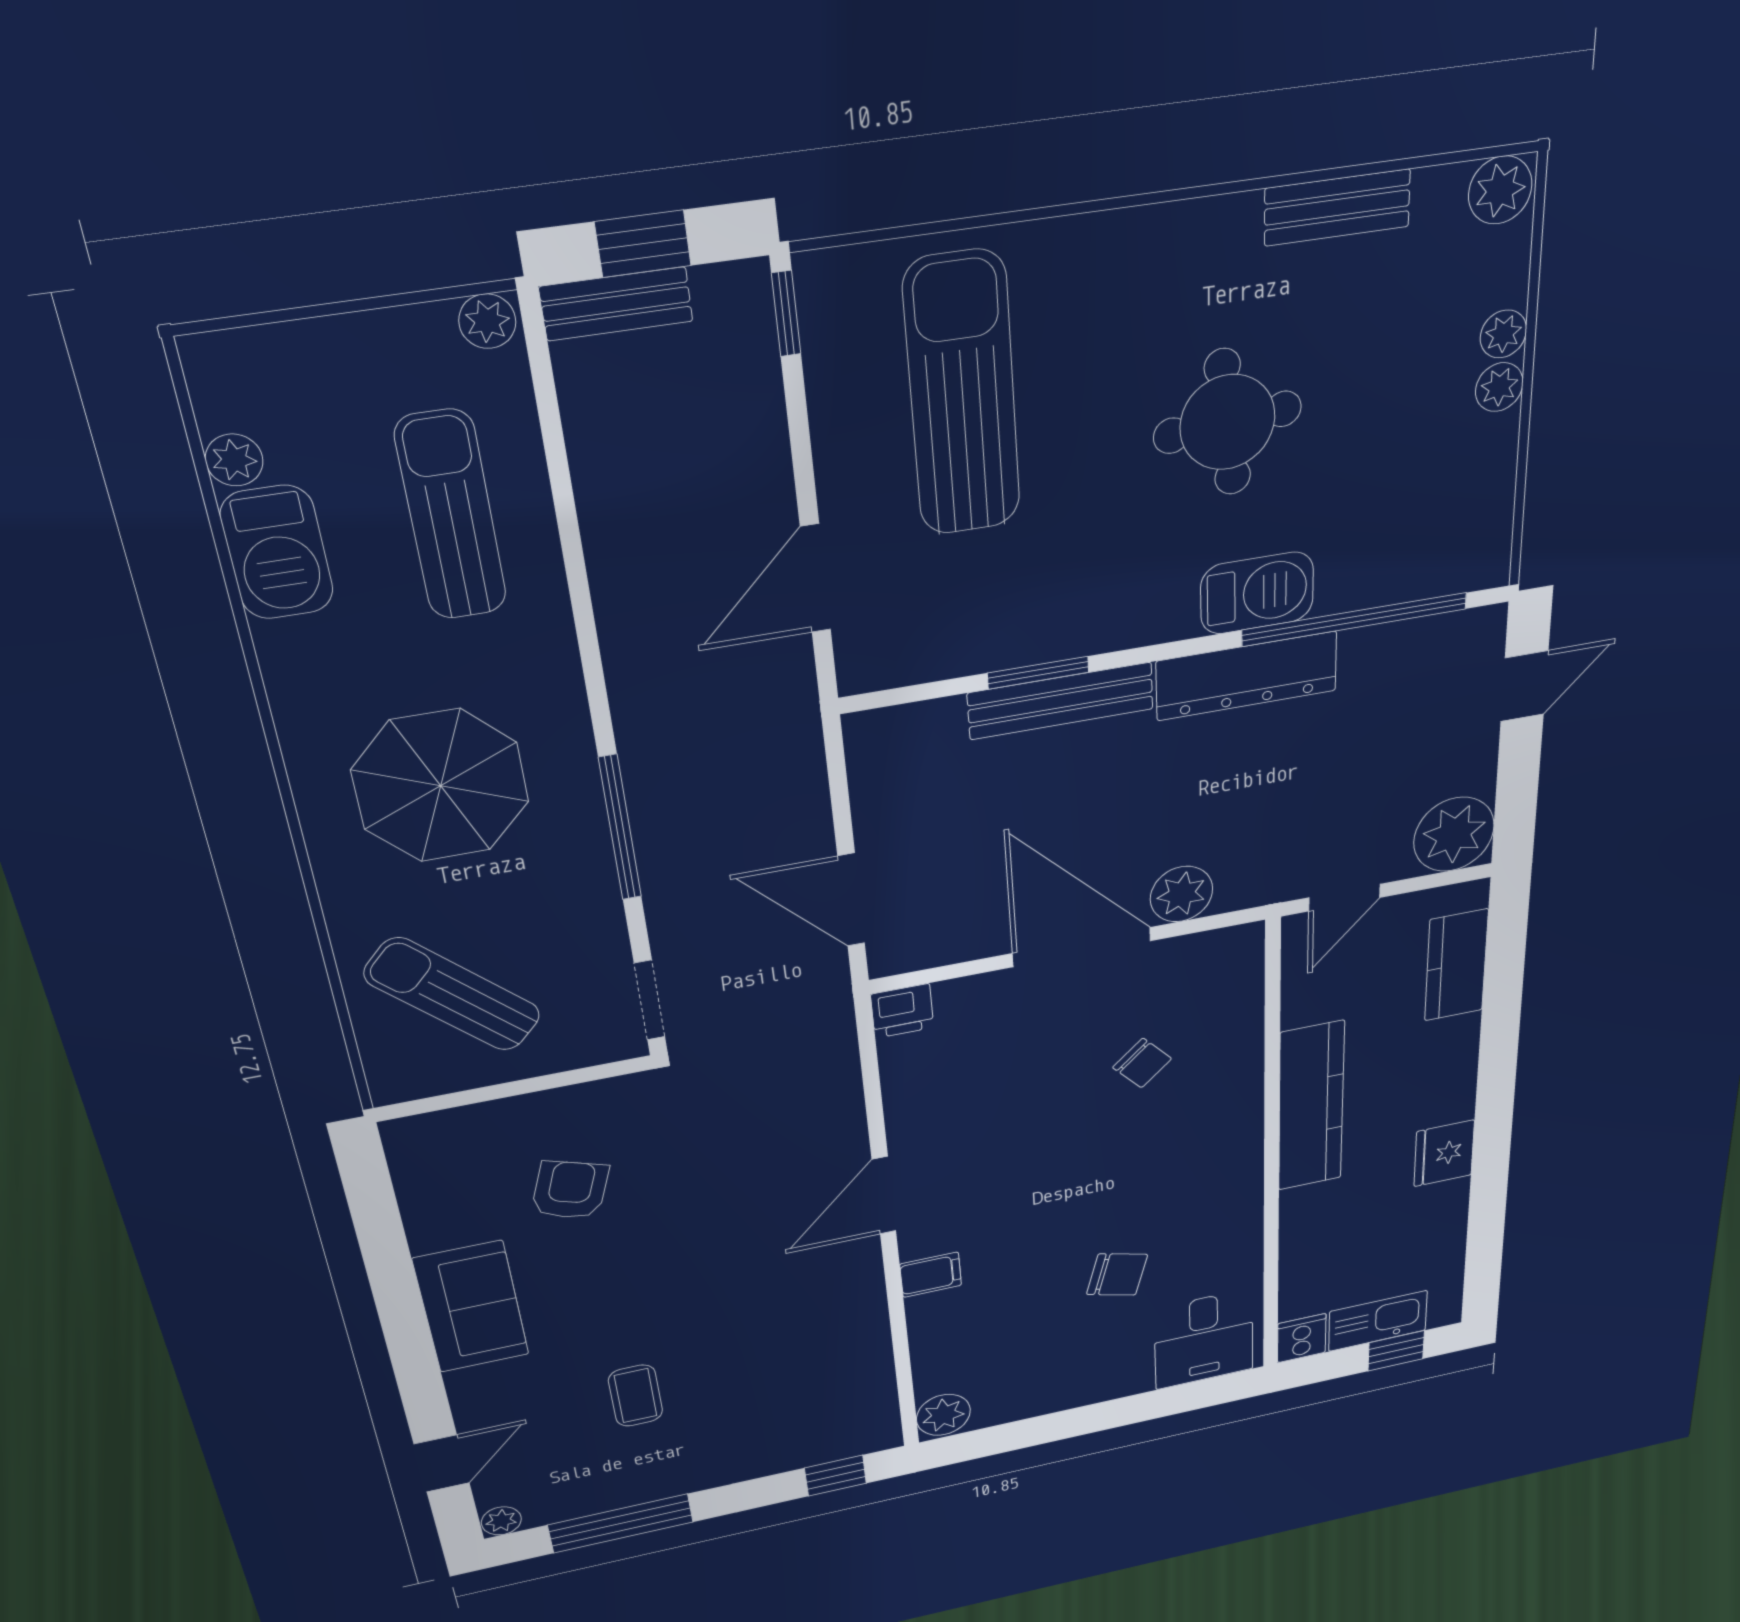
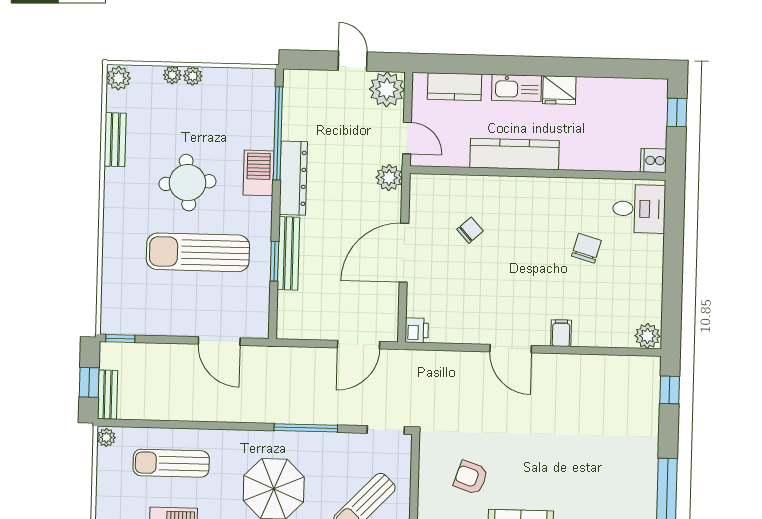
sun lounger: (962, 395) -> (198, 252), moved
door: (1524, 686) -> (353, 61), moved
plant: (1182, 894) -> (389, 178), moved
kitchen sink: (1378, 1321) -> (516, 88), moved, turned -90
coffee table: (636, 1396) -> (592, 471), removed

